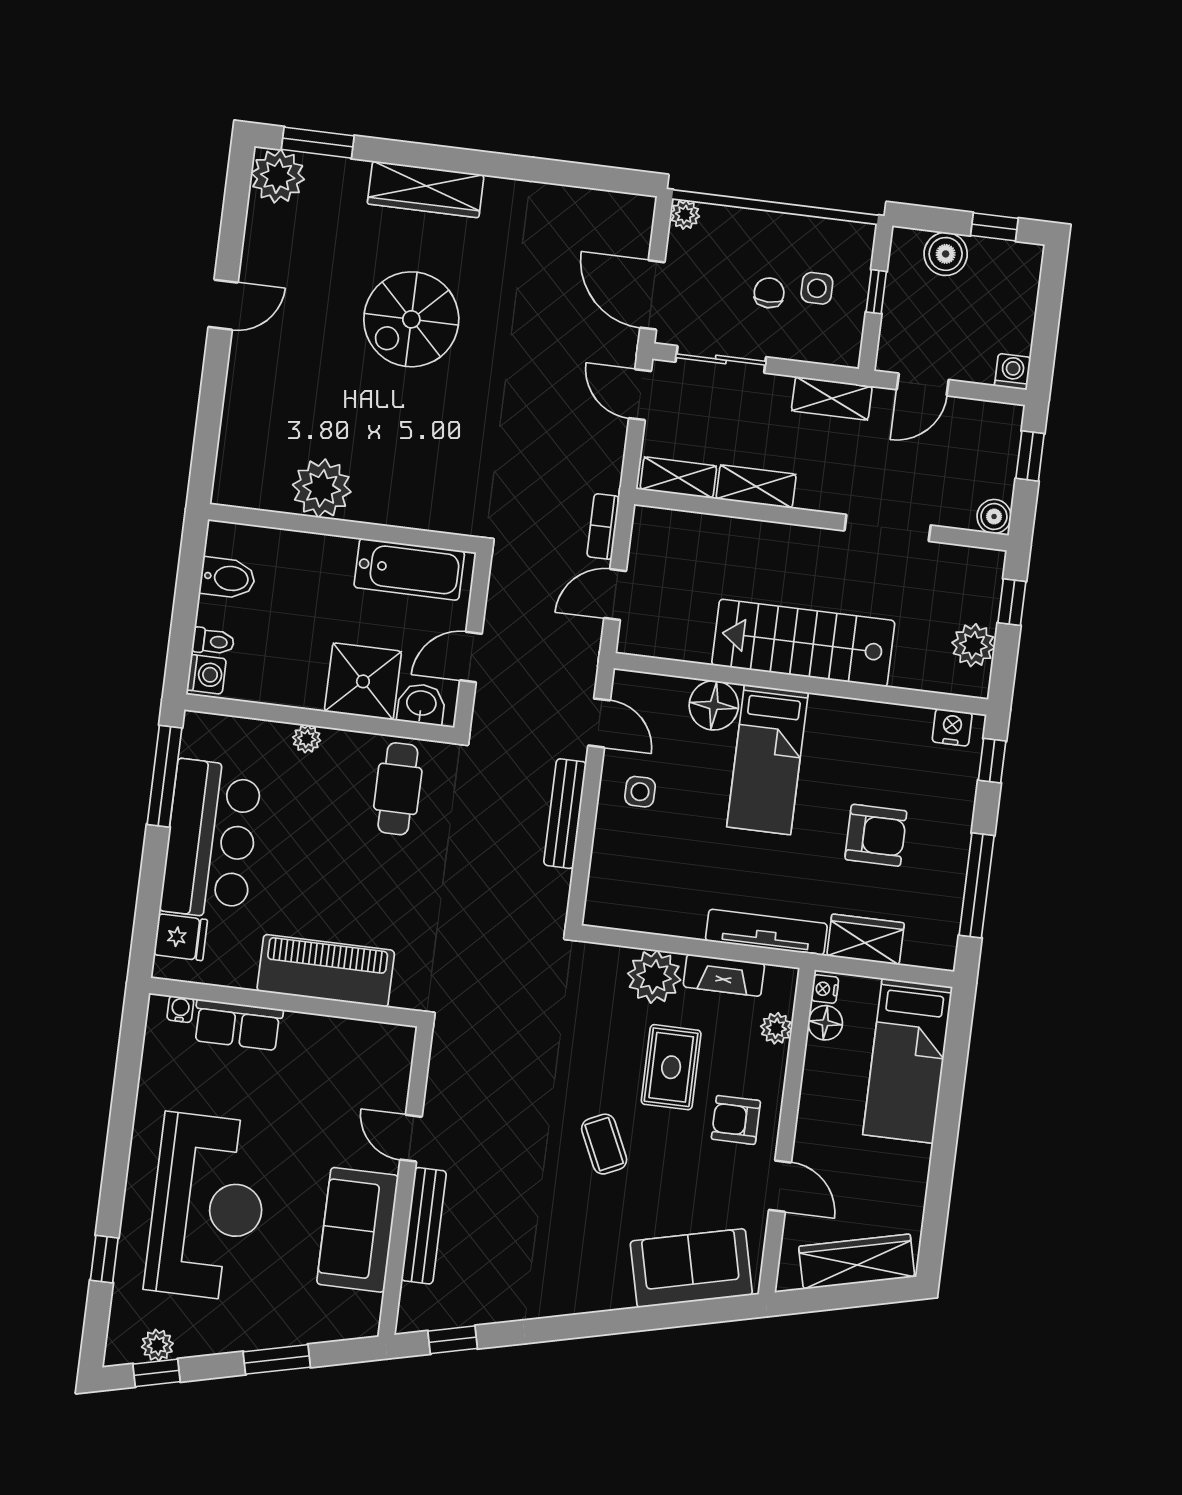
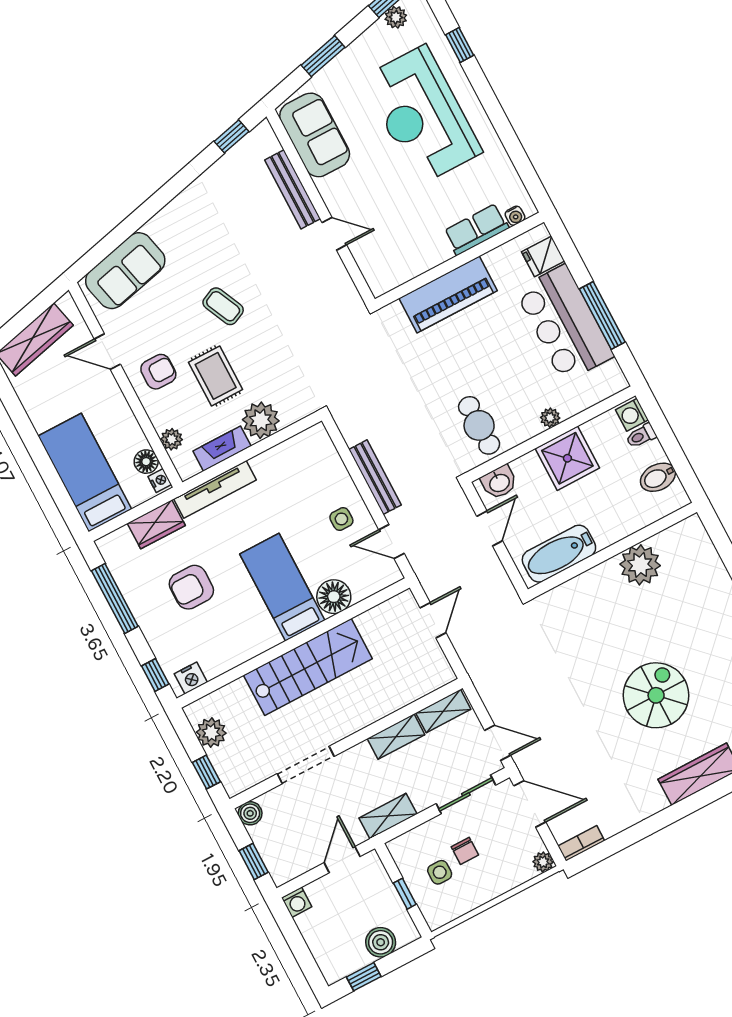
bookcase: (603, 527) -> (581, 843), moved, turned -90
shower: (363, 681) -> (567, 458), moved
window: (164, 776) -> (602, 315), moved
sofa: (358, 1230) -> (315, 135), moved

